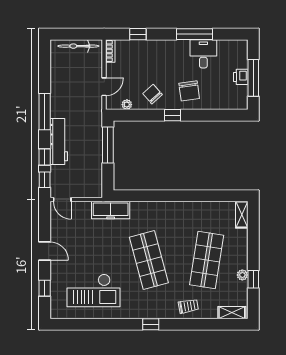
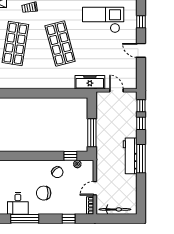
door: (104, 87) -> (95, 188), moved
chair: (189, 91) -> (44, 193), moved, turned -82
window: (172, 115) -> (70, 156), moved
workbench: (59, 141) -> (130, 156), moved
door: (62, 200) -> (116, 90), moved

